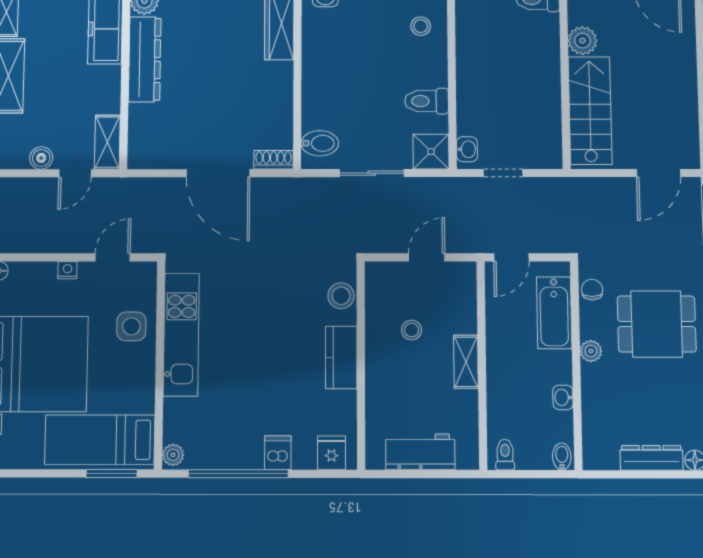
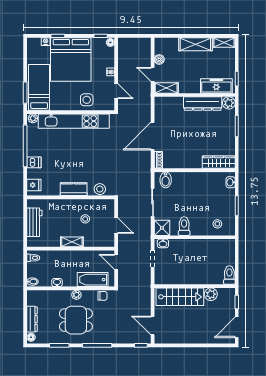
dining table: (657, 324) -> (76, 320), moved, turned 90
kitchen unit: (181, 335) -> (74, 121), width x1.36

